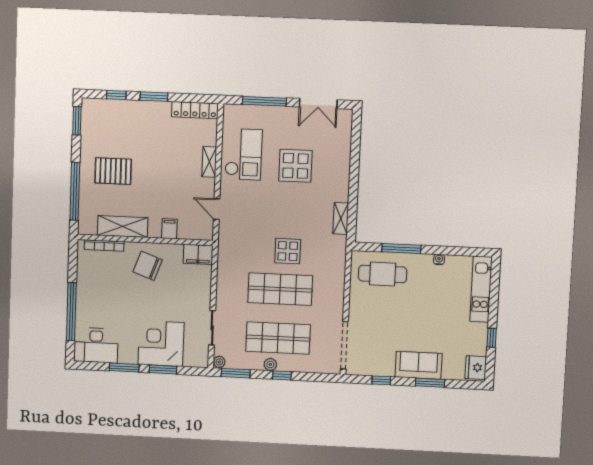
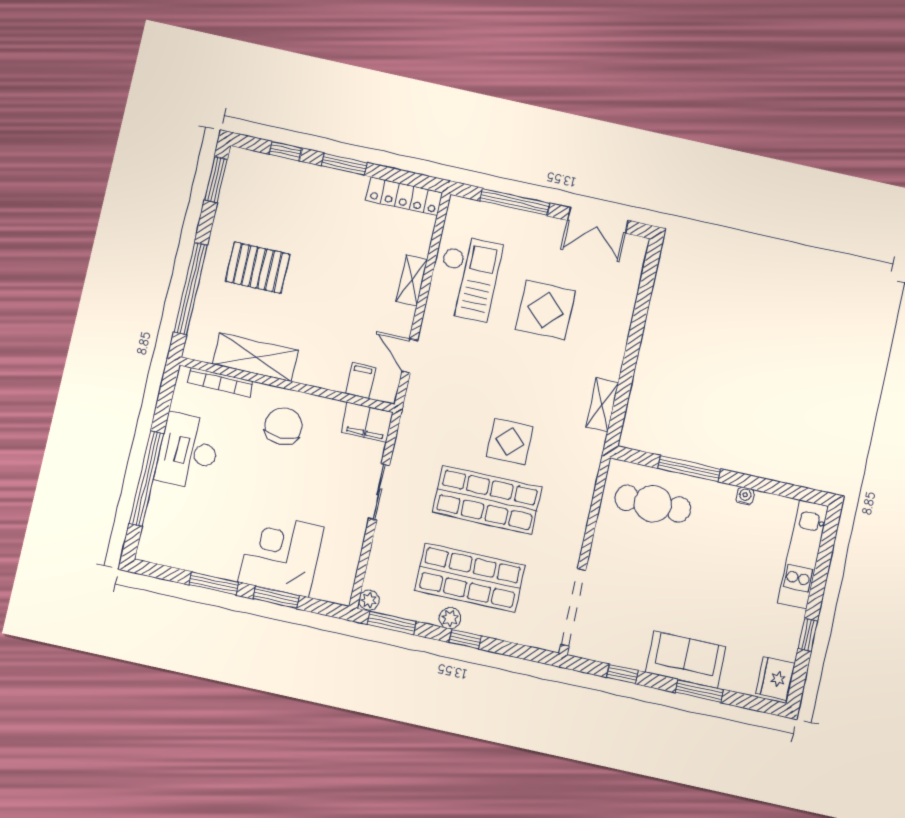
filing cabinet: (169, 229) -> (361, 381), moved
chair: (148, 266) -> (283, 426), turned 70
sliding door: (212, 328) -> (379, 492), moved
desk: (96, 345) -> (188, 451), moved, turned 90

